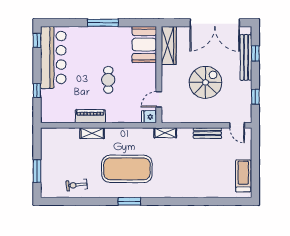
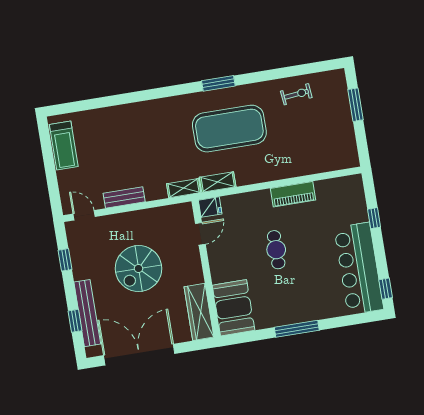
shelving: (92, 133) -> (218, 182), moved

